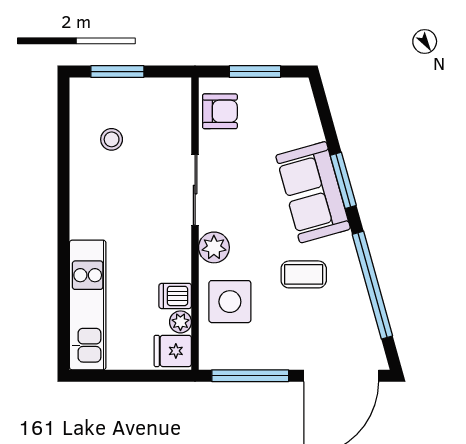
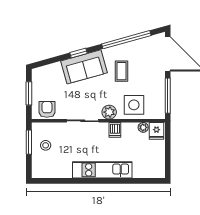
window: (117, 72) -> (29, 142), moved
stool: (112, 139) -> (46, 145), moved
window: (343, 180) -> (79, 53), width x0.67
dishwasher: (175, 296) -> (115, 130), moved
kitchen unit: (88, 305) -> (102, 170), moved

